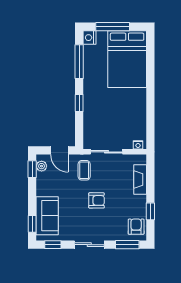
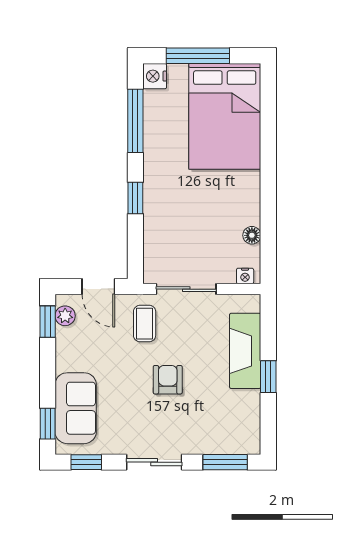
floor lamp: (142, 123) -> (252, 235), added
fireplace: (140, 179) -> (245, 351), width x1.37, depth x1.32
armchair: (97, 200) -> (168, 380), turned -90
window: (150, 211) -> (268, 377), moved
armchair: (136, 227) -> (241, 429), removed

